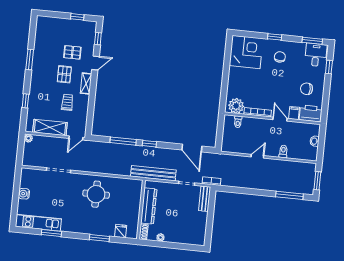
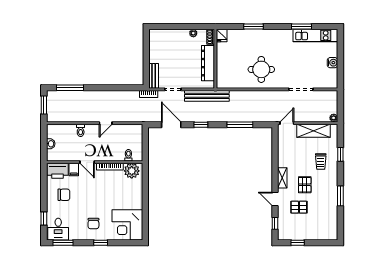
door: (96, 63) -> (275, 199), hinge flipped
trolley: (67, 102) -> (321, 162), moved
window: (149, 144) -> (201, 125), moved
fridge: (121, 231) -> (222, 35), moved

